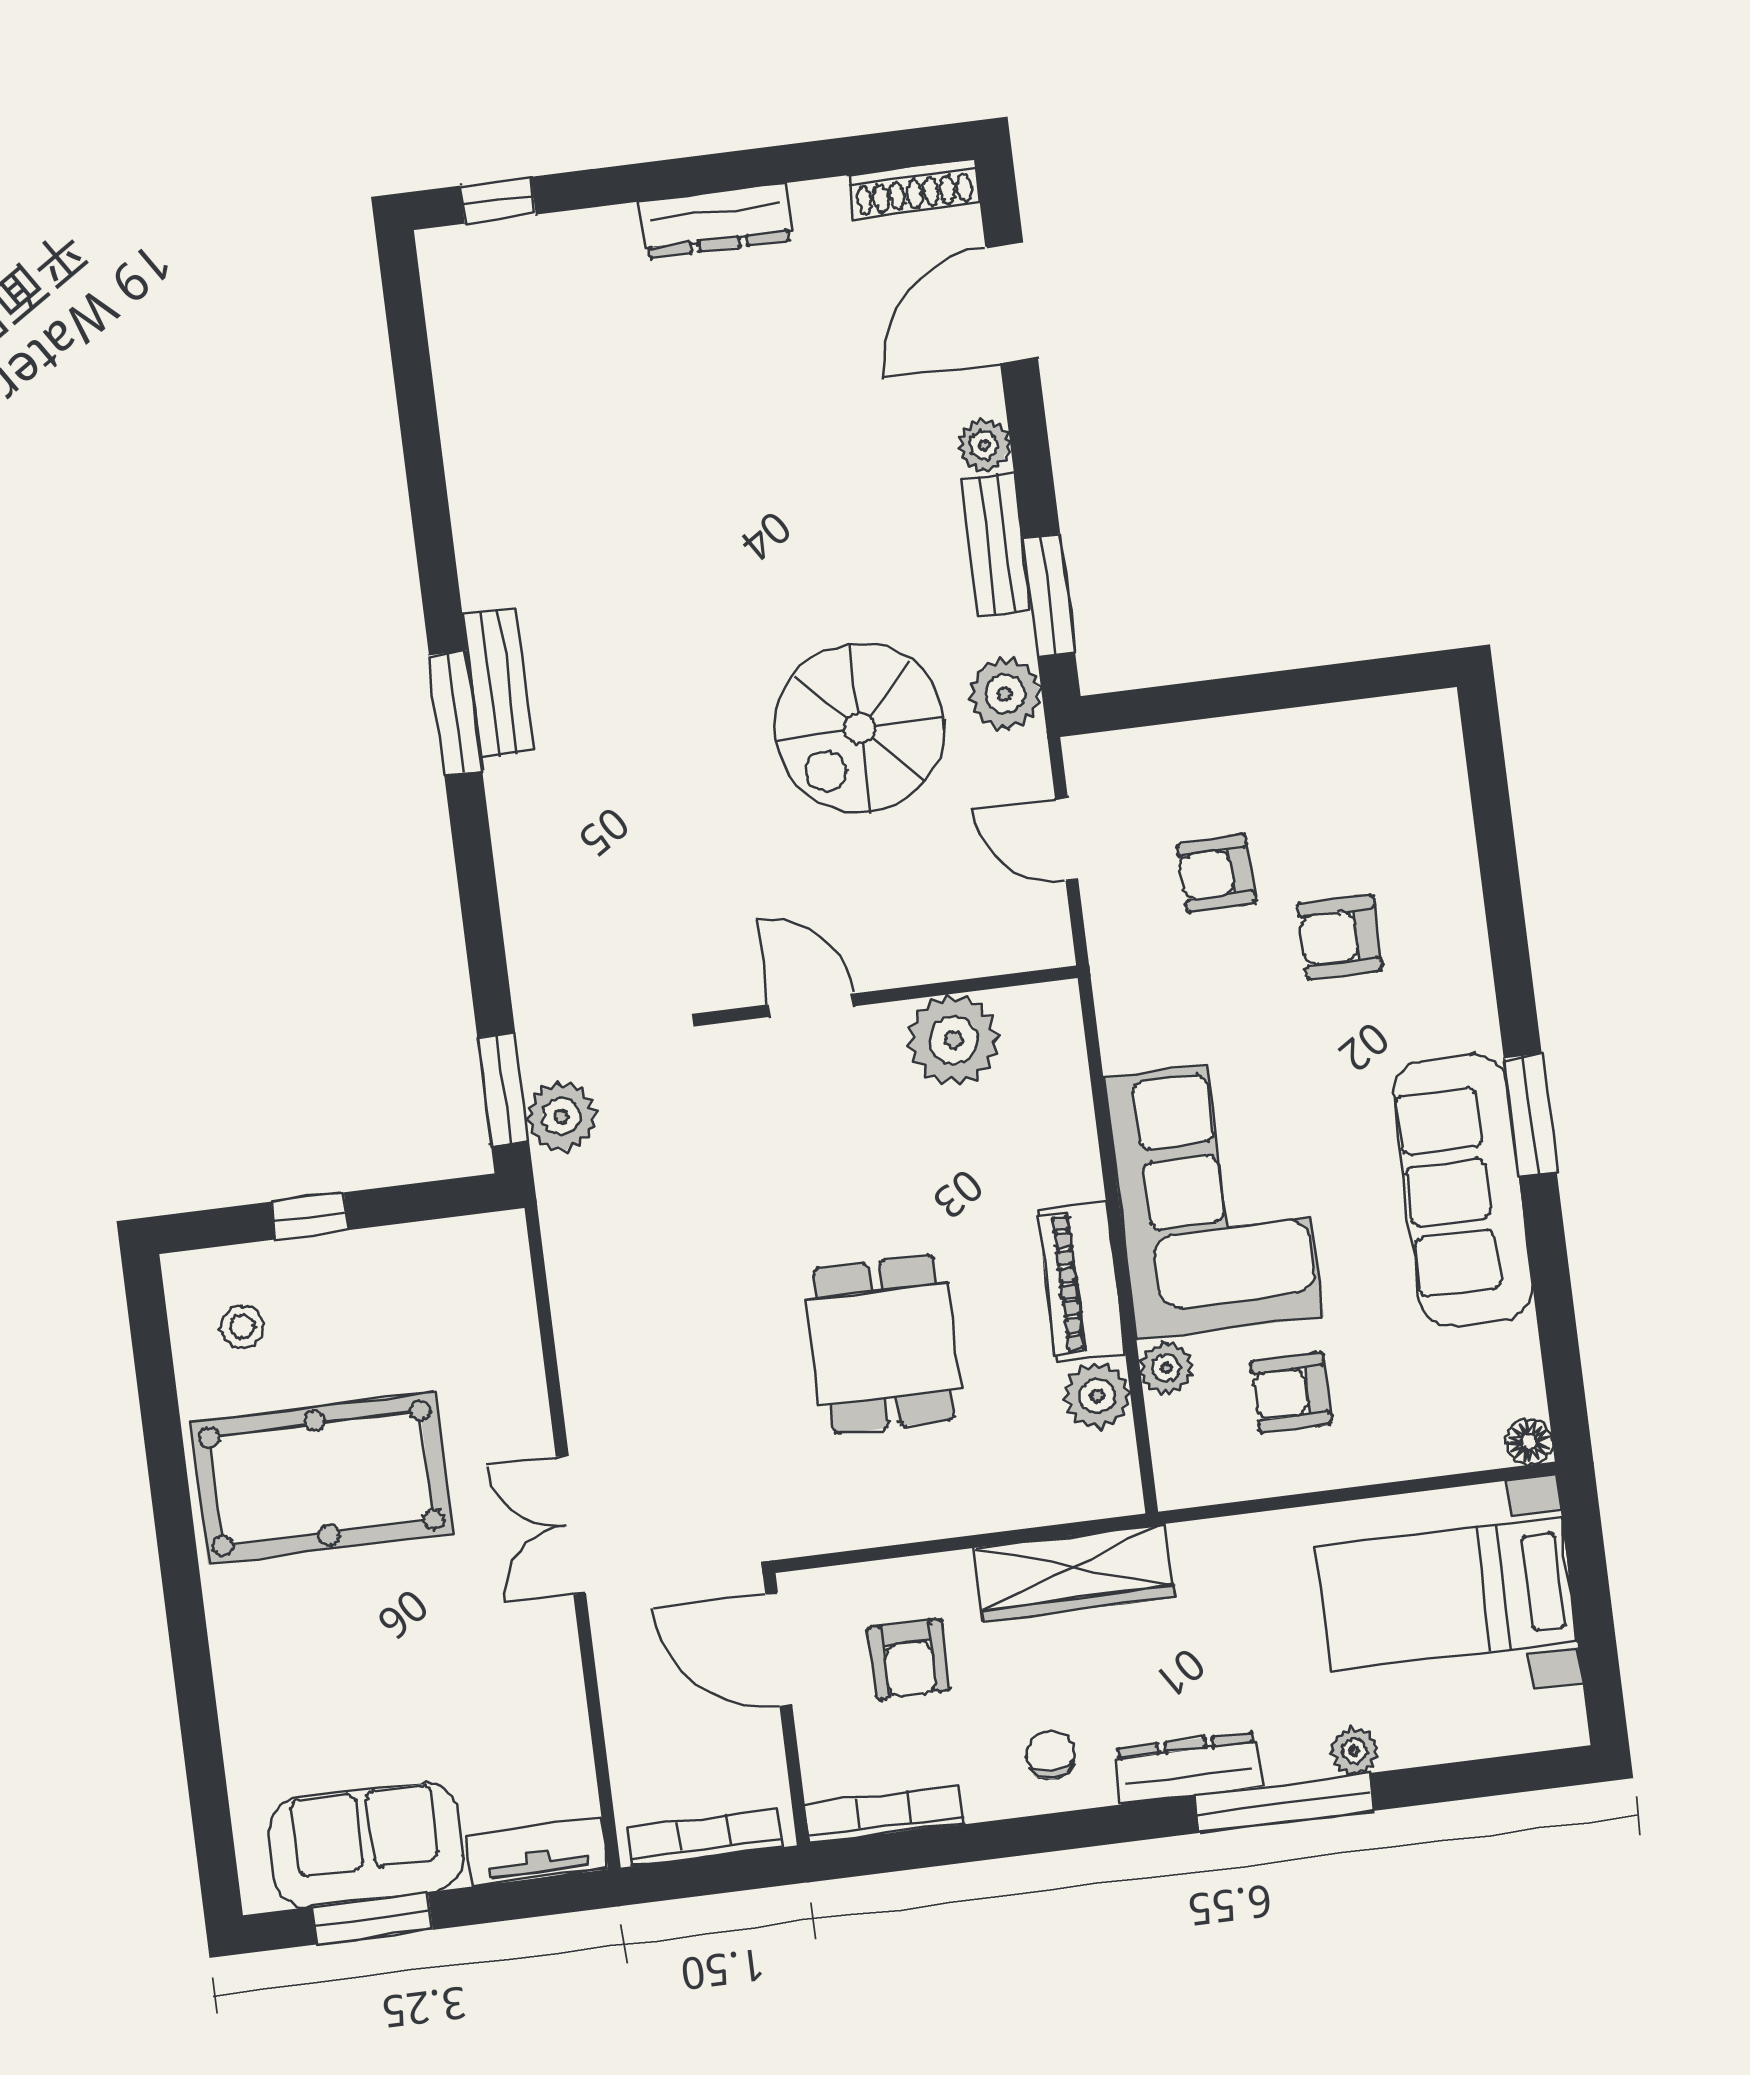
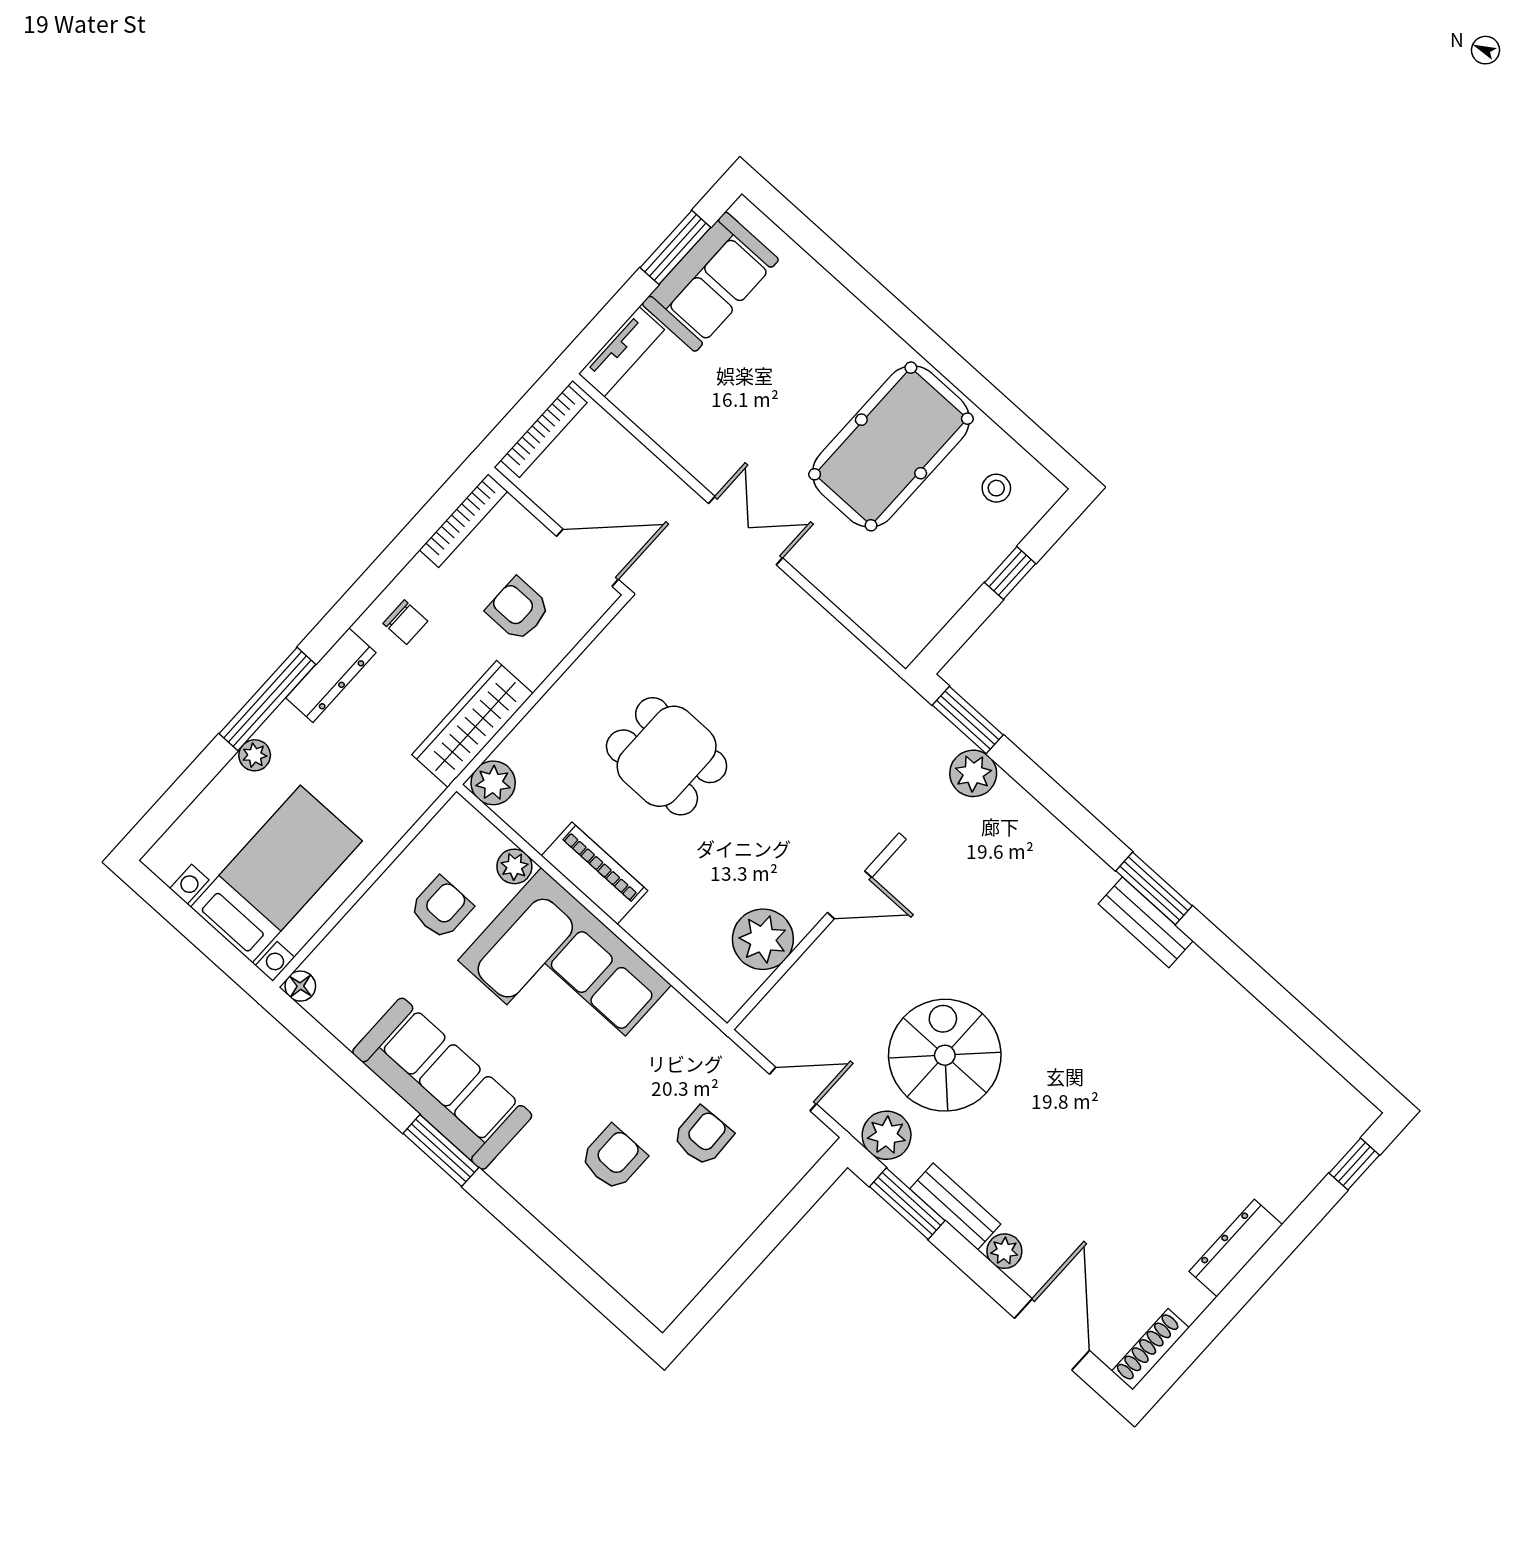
plant: (561, 1116) -> (973, 773), moved
plant: (1097, 1396) -> (493, 783), moved

